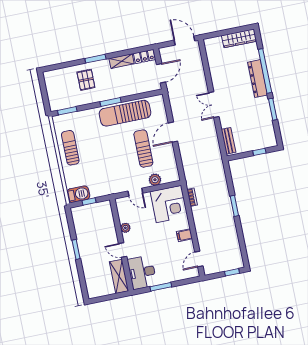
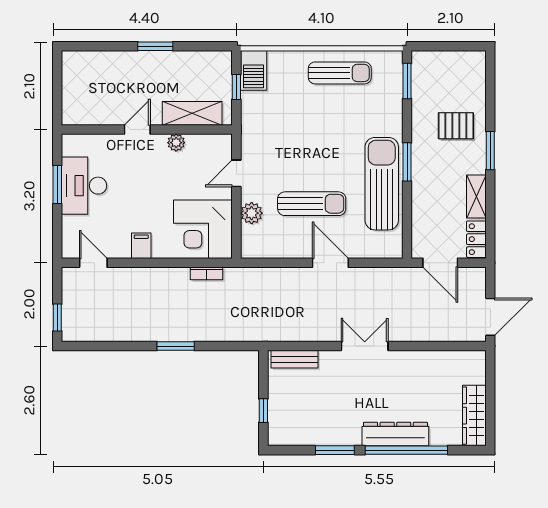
desk: (142, 272) -> (84, 186), moved, turned -90
shelving: (119, 276) -> (192, 113), moved

